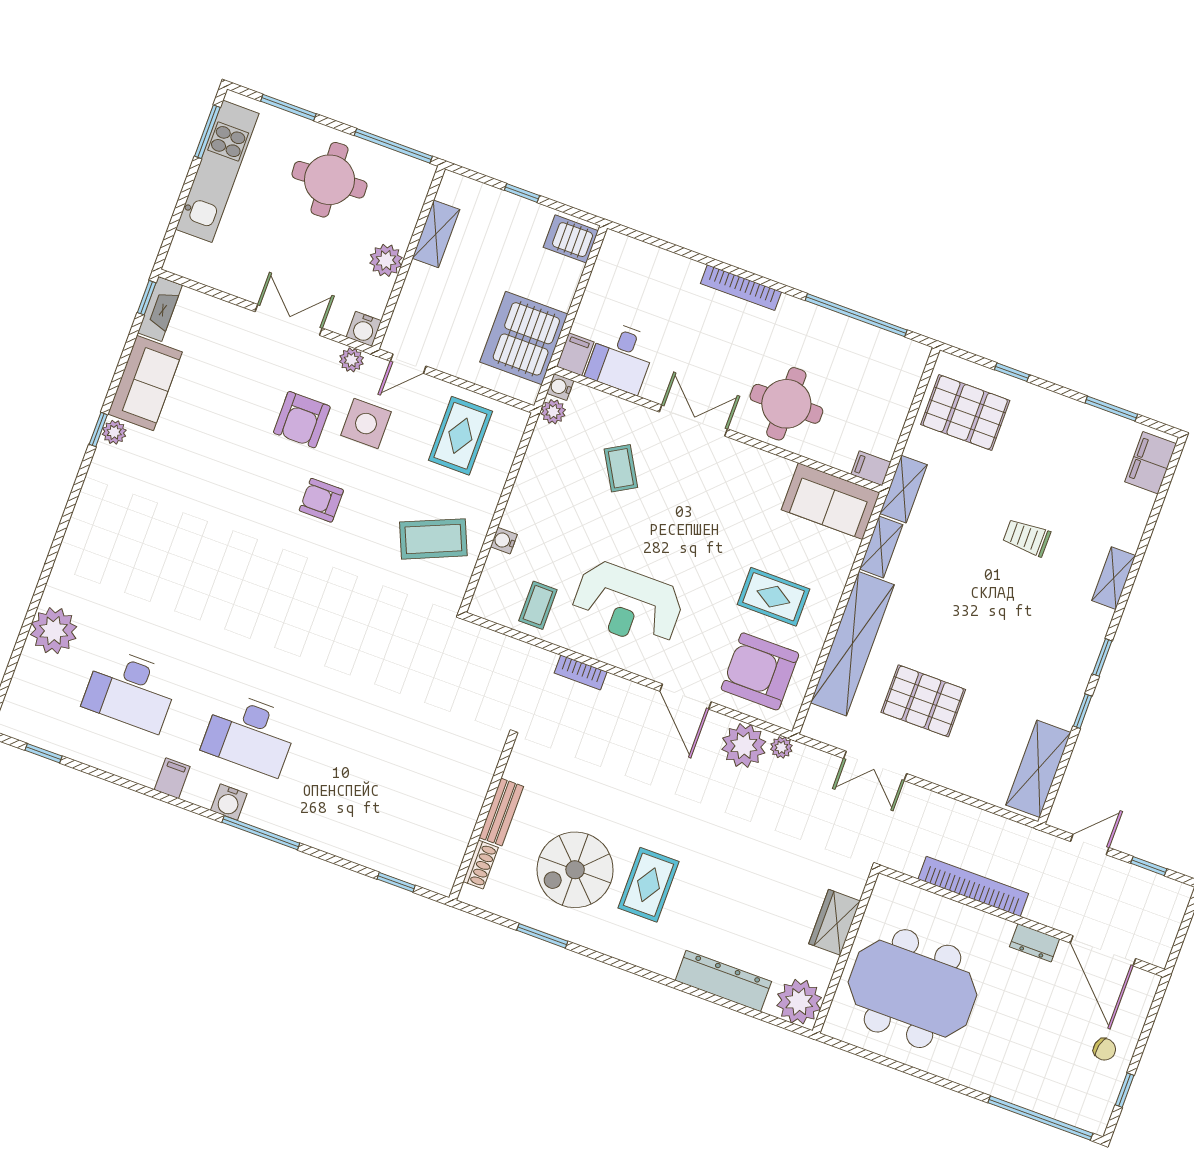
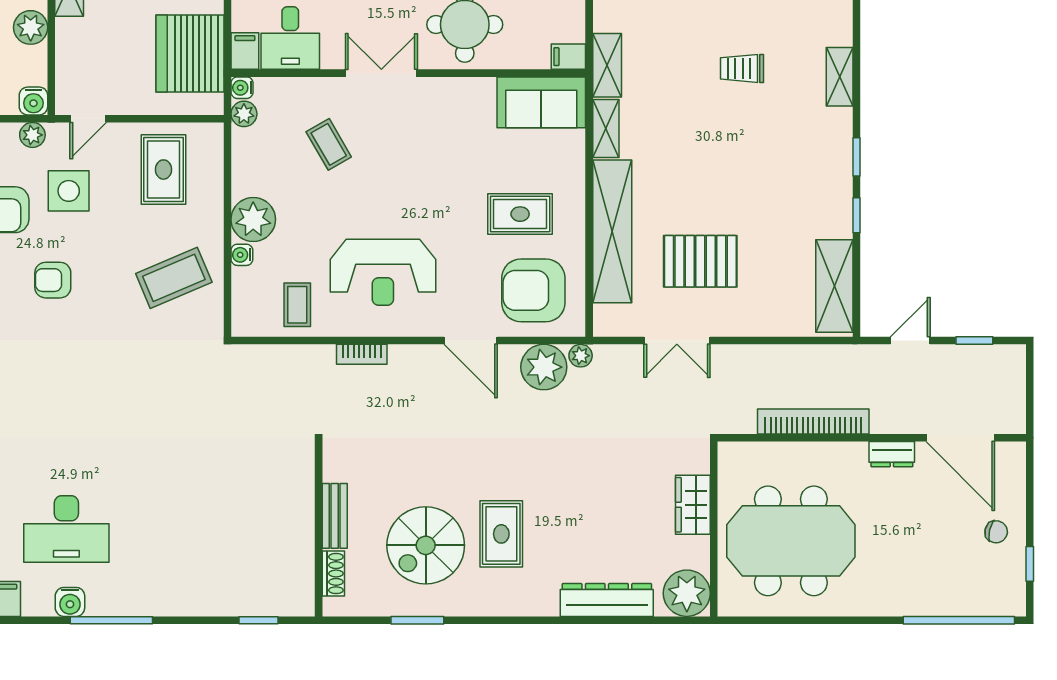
plant: (526, 512) -> (253, 219), added

